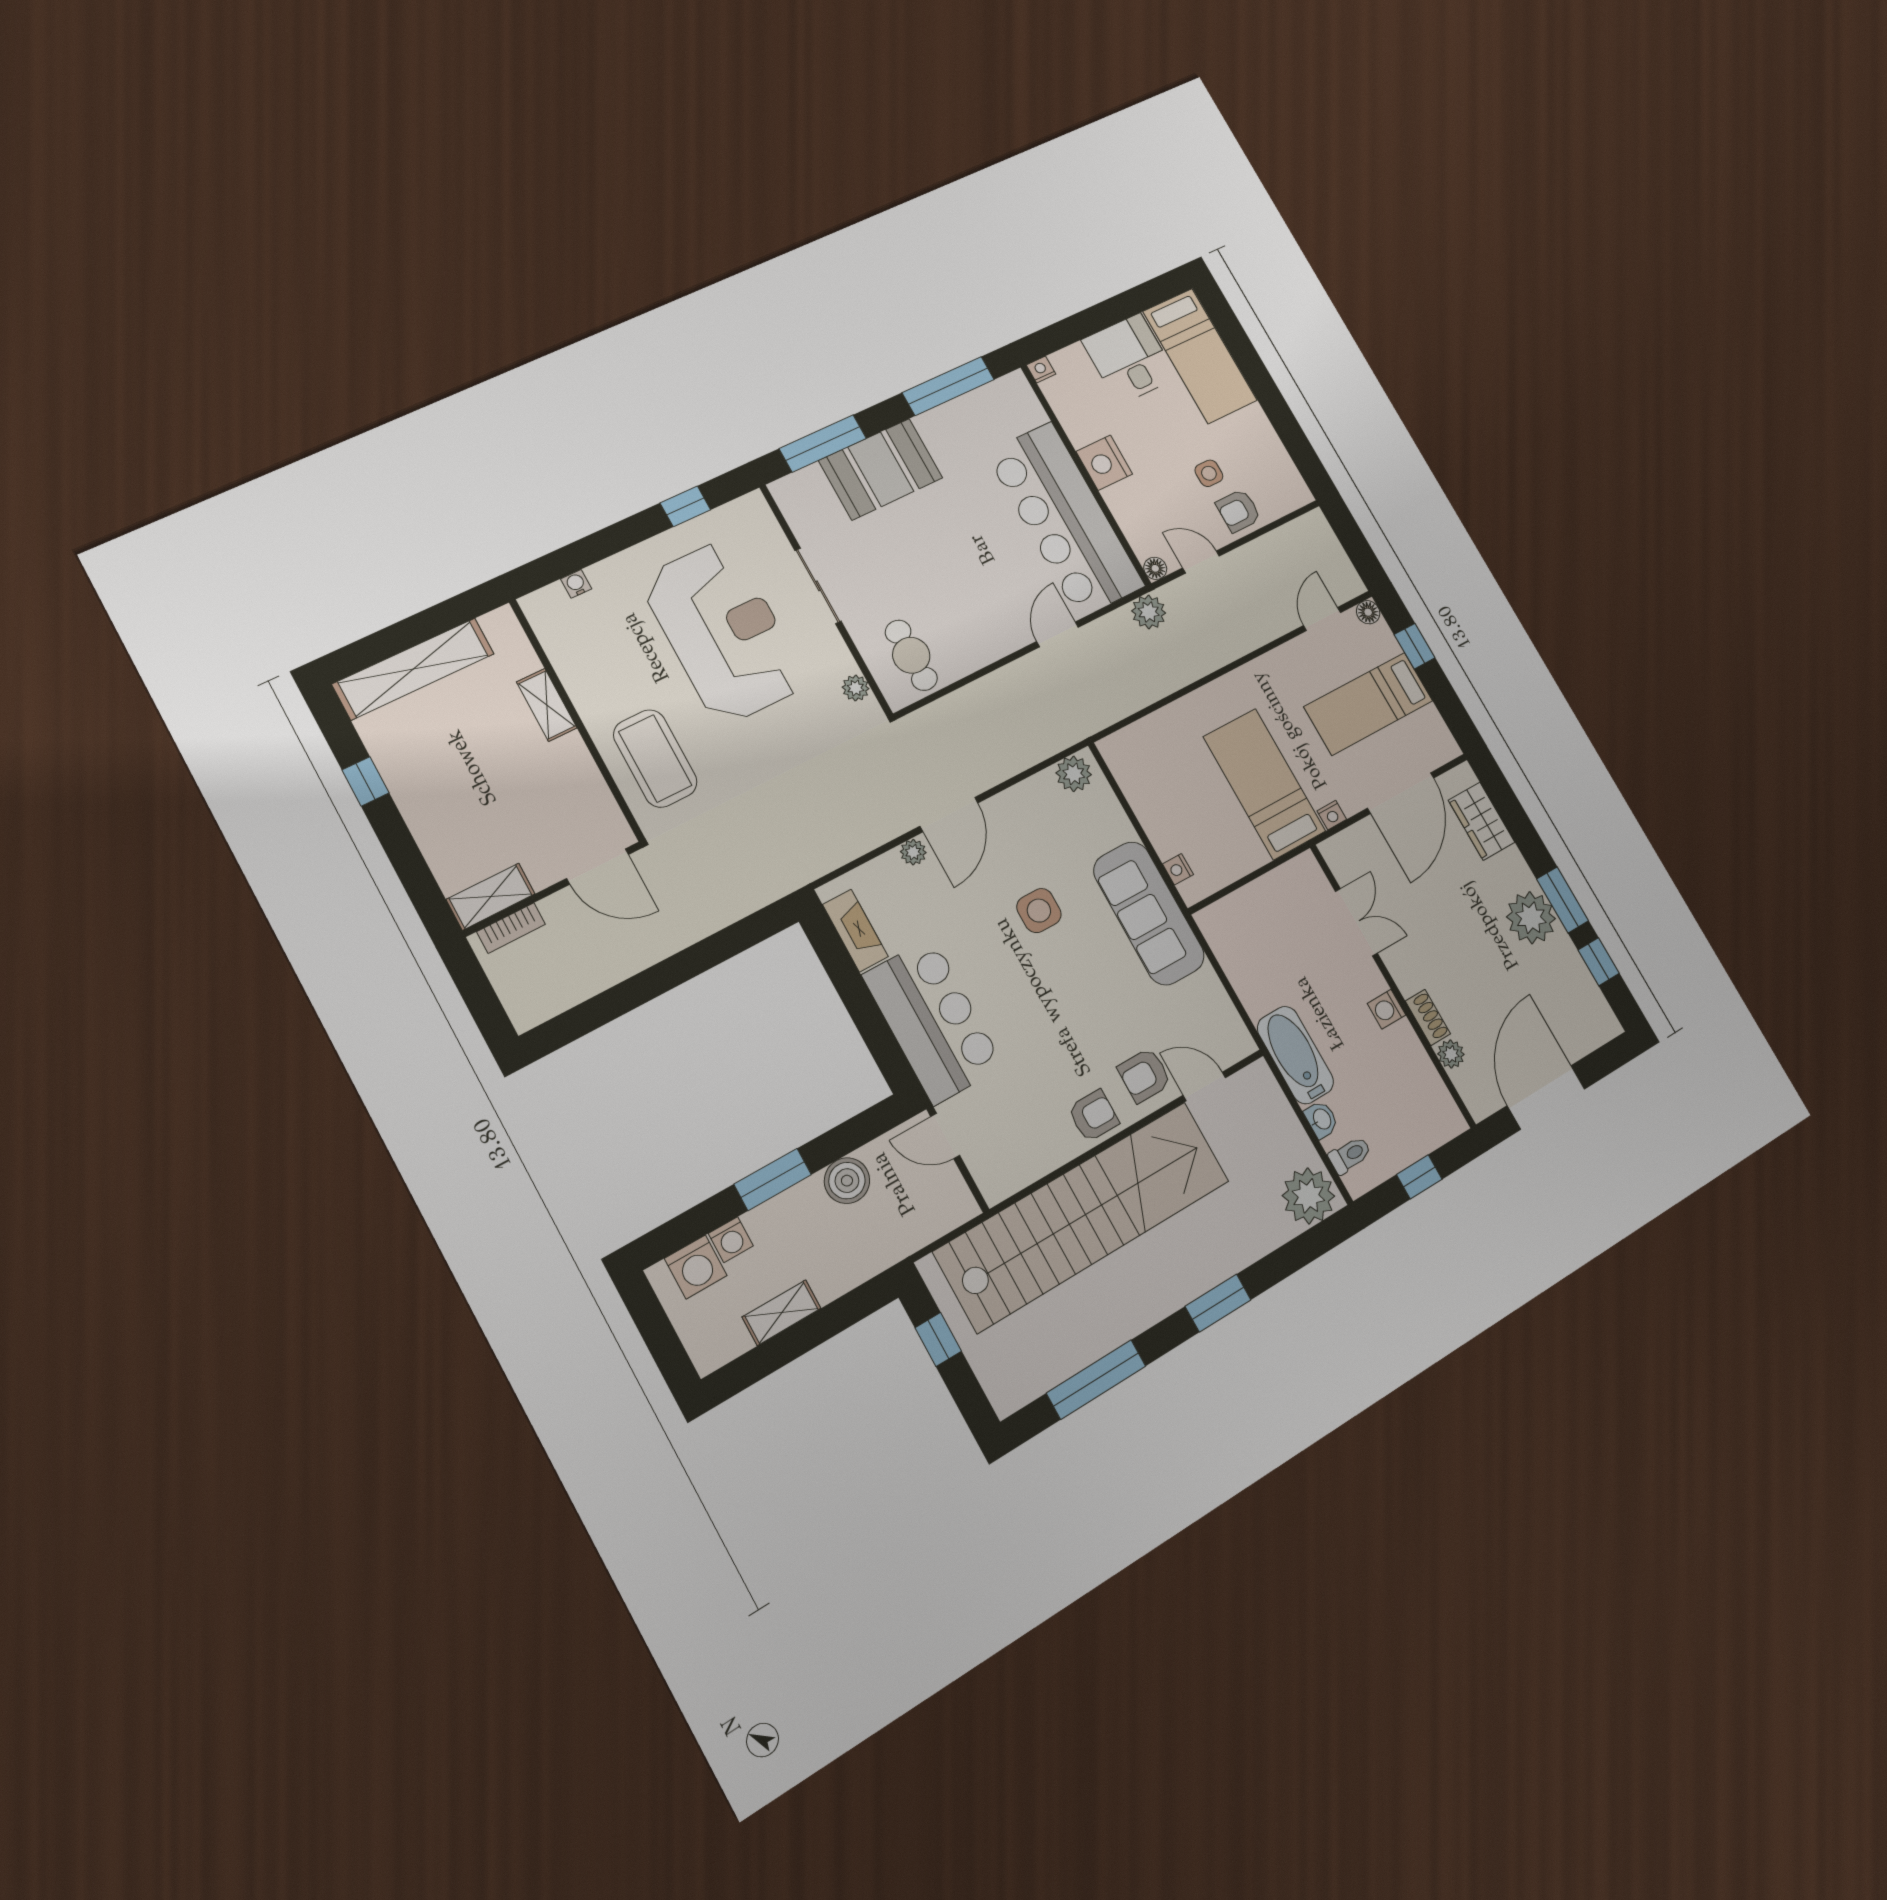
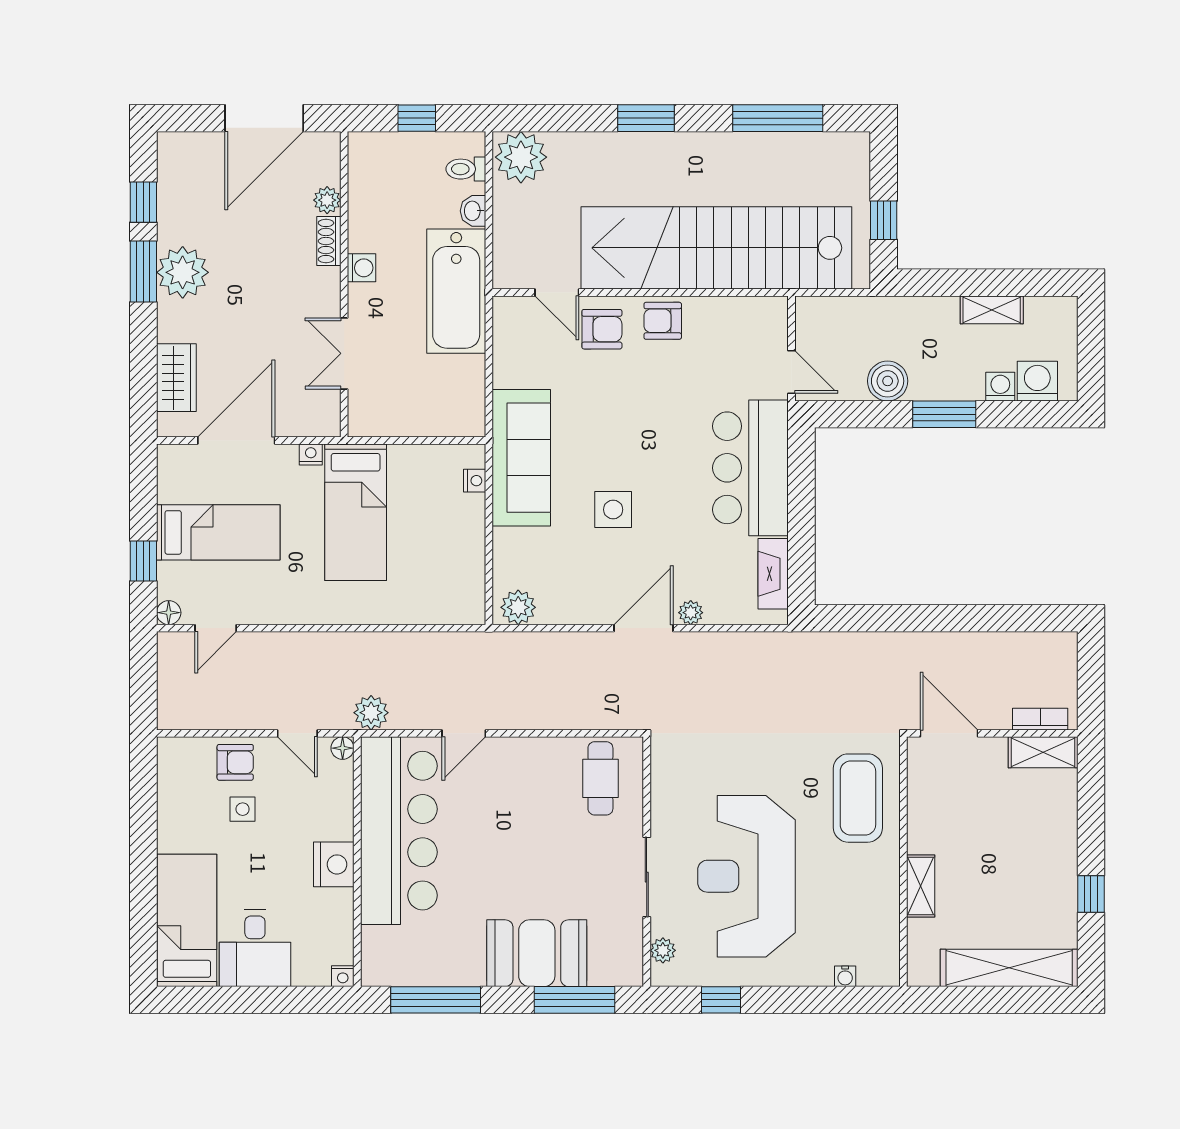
plant: (856, 688) -> (663, 950), moved
bathtub: (1295, 1055) -> (456, 291), width x1.36, depth x1.36

